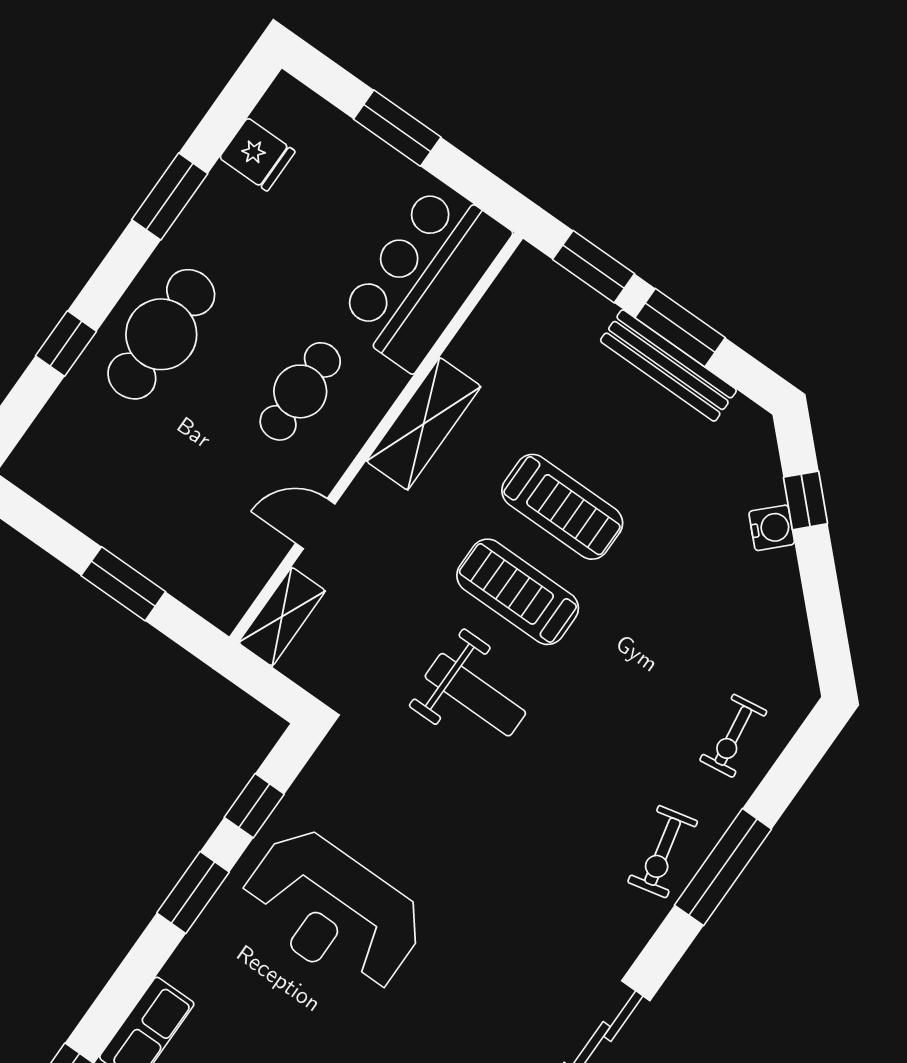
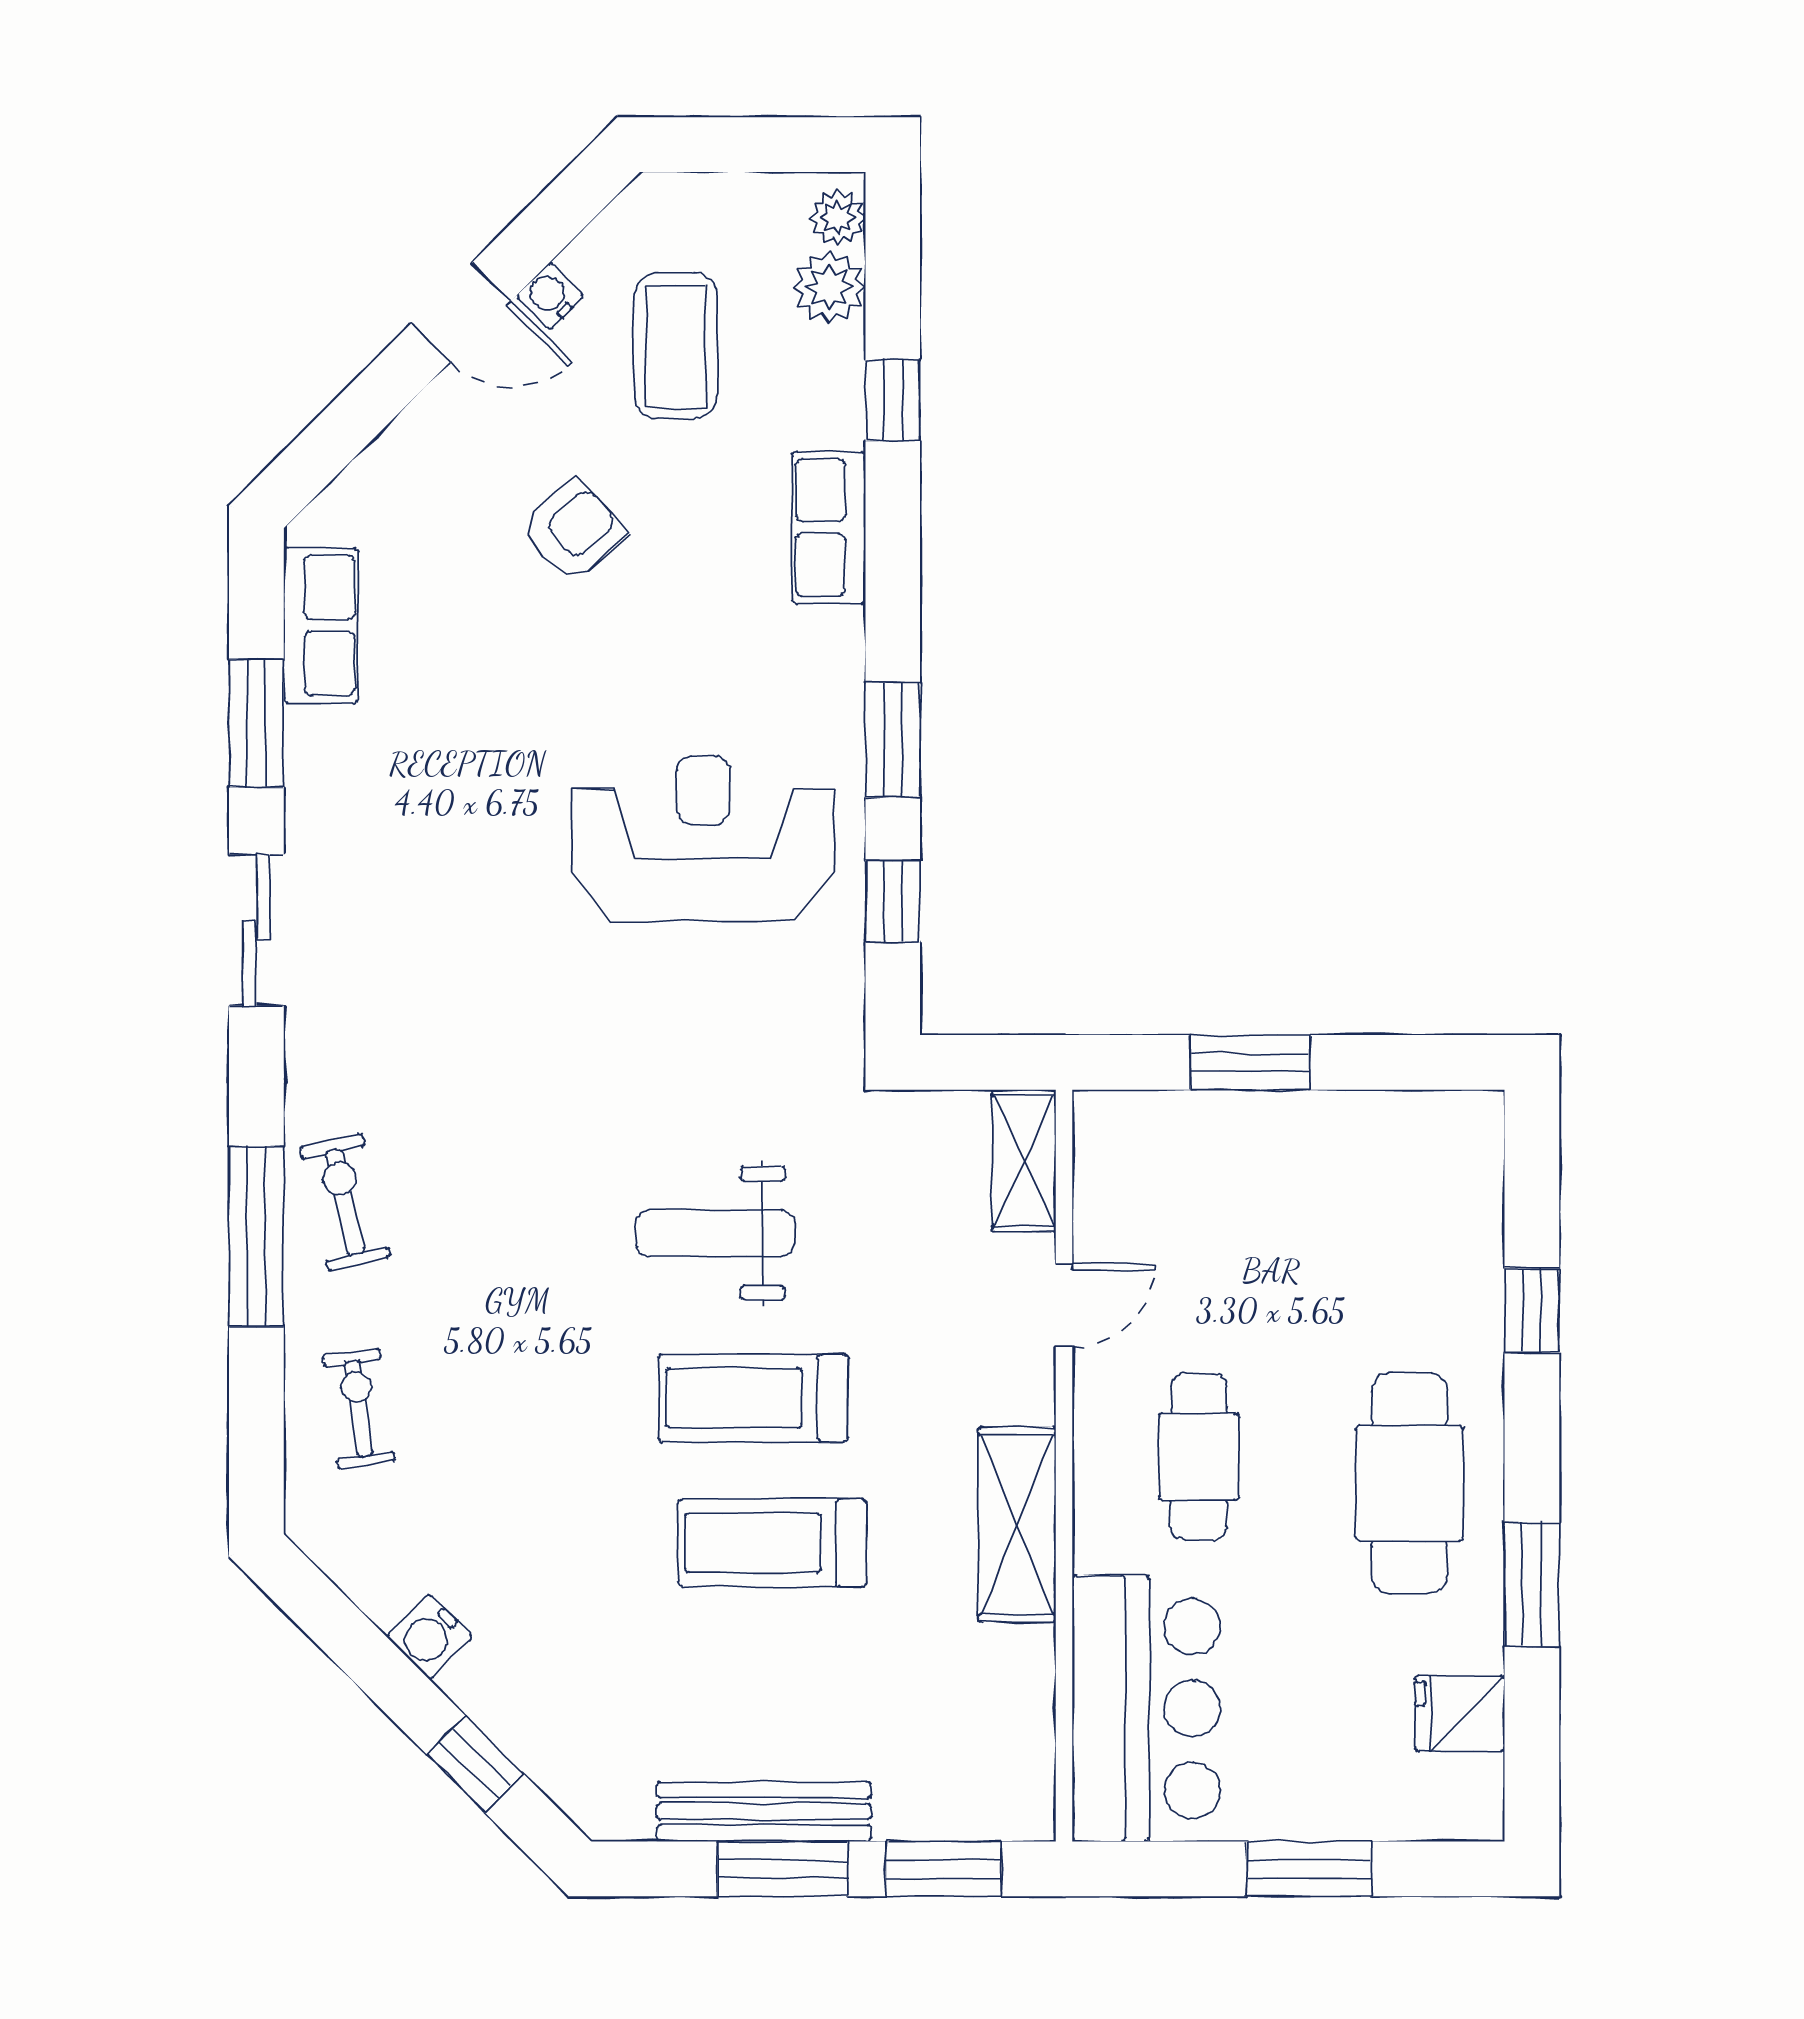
cafe table: (161, 334) -> (1409, 1483), moved
water cooler: (772, 528) -> (429, 1637), moved
treadmill: (518, 592) -> (753, 1398), turned 180

